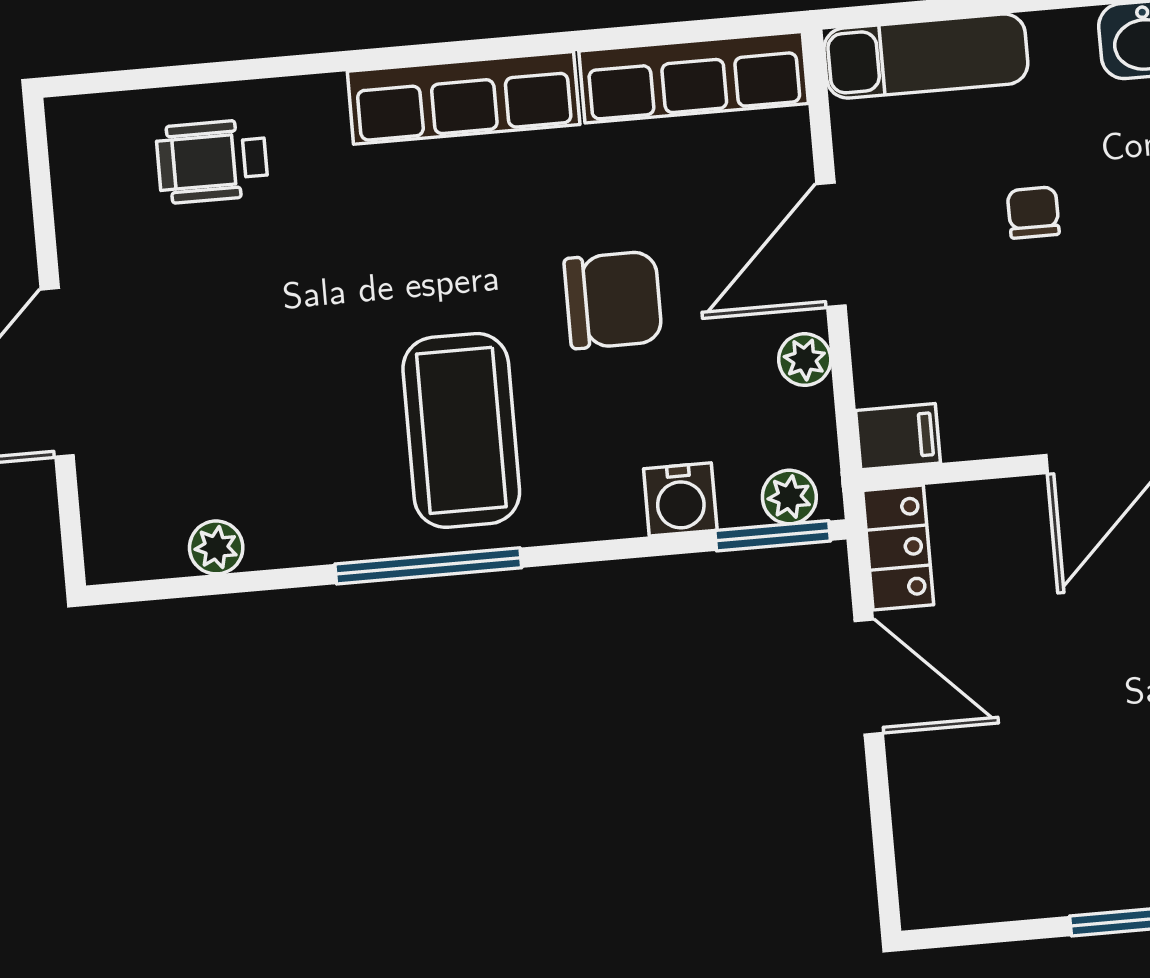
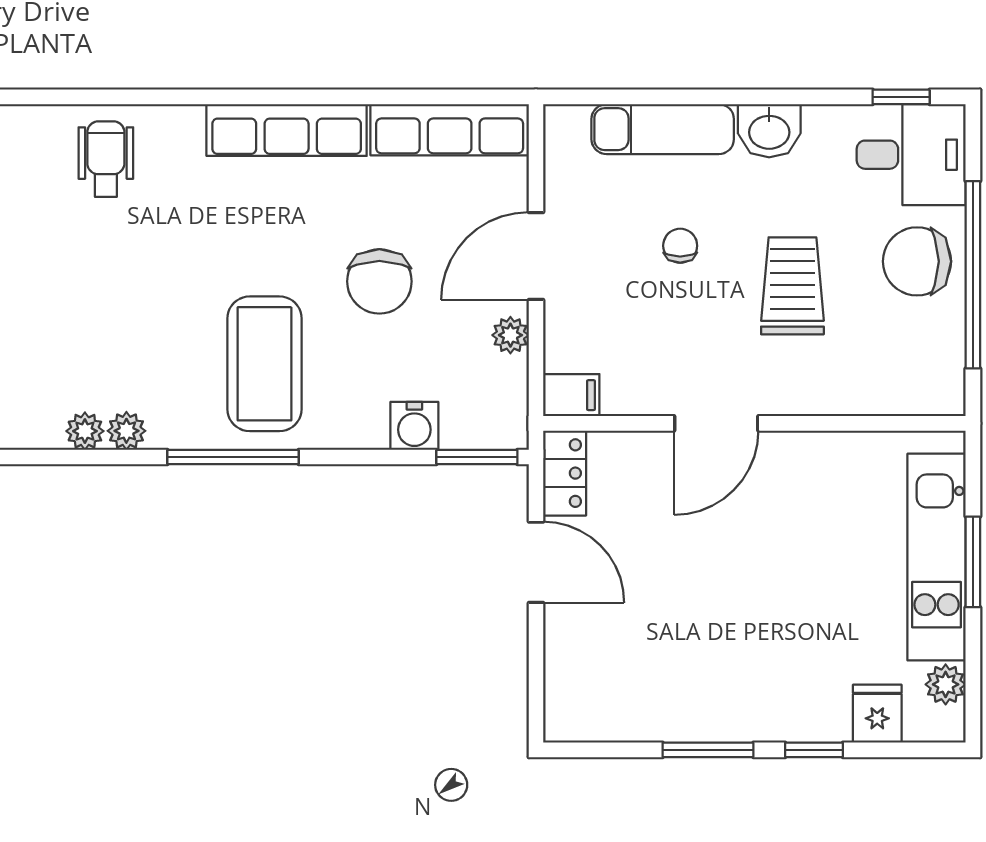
exam couch: (926, 56) -> (663, 129), moved
wheelchair: (212, 161) -> (106, 159), turned 90
chair: (613, 300) -> (379, 281), turned 90
plant: (789, 497) -> (126, 431), moved

